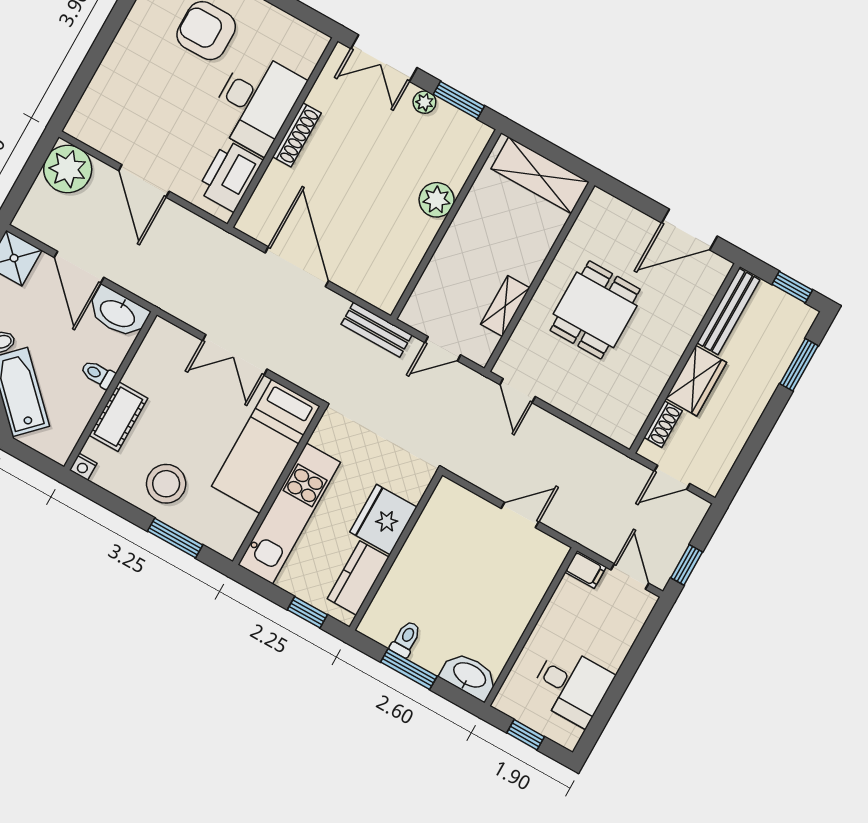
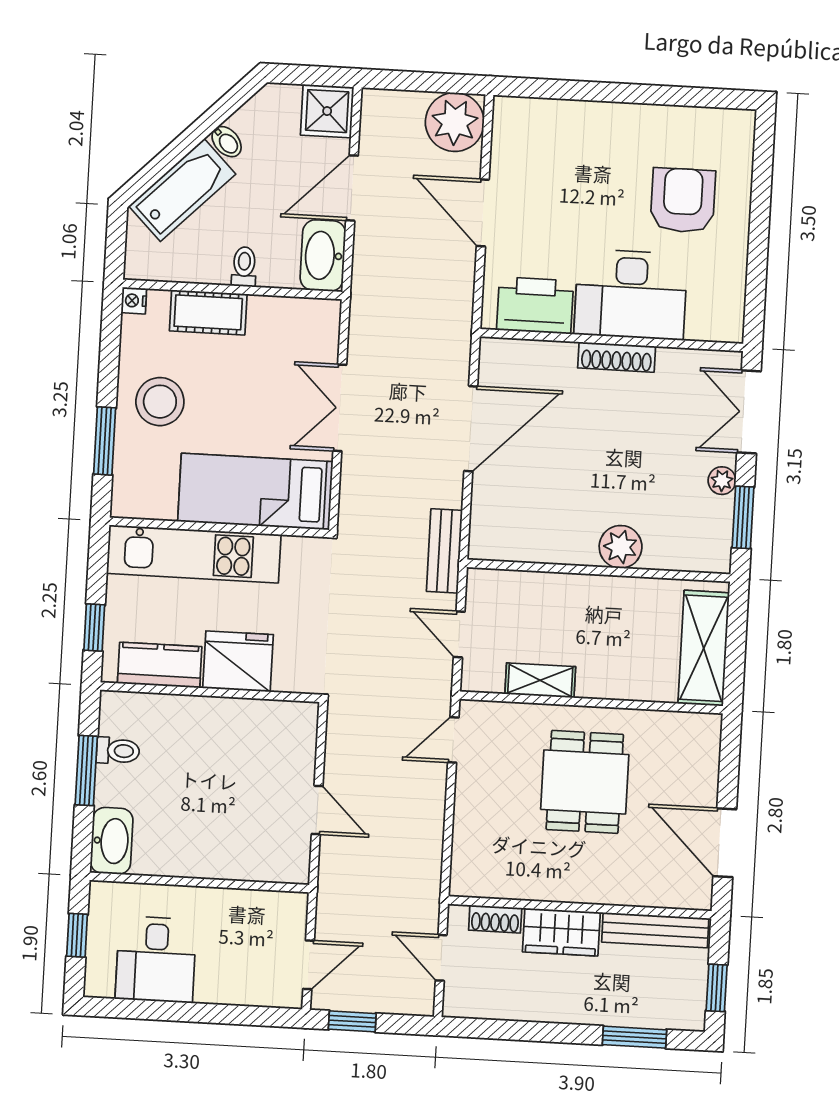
door: (144, 181) -> (483, 213), hinge flipped
dining table: (595, 310) -> (585, 782), turned 90
filing cabinet: (586, 570) -> (292, 912), removed

